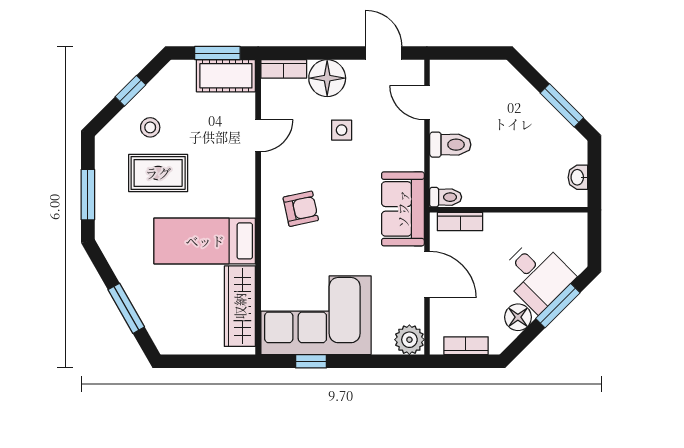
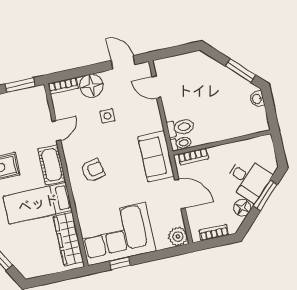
cot: (226, 76) -> (52, 165), moved, turned 90
toilet: (450, 145) -> (181, 127), moved
washbasin: (578, 177) -> (257, 99), moved

